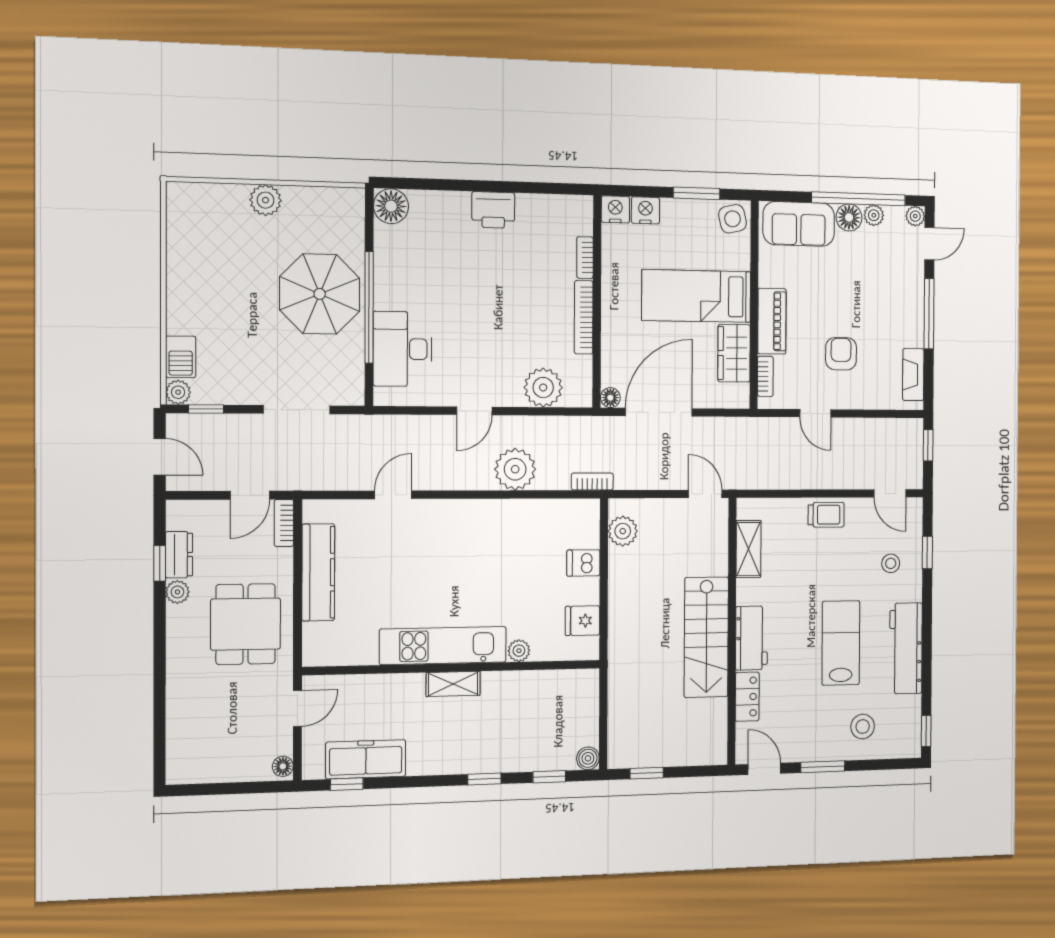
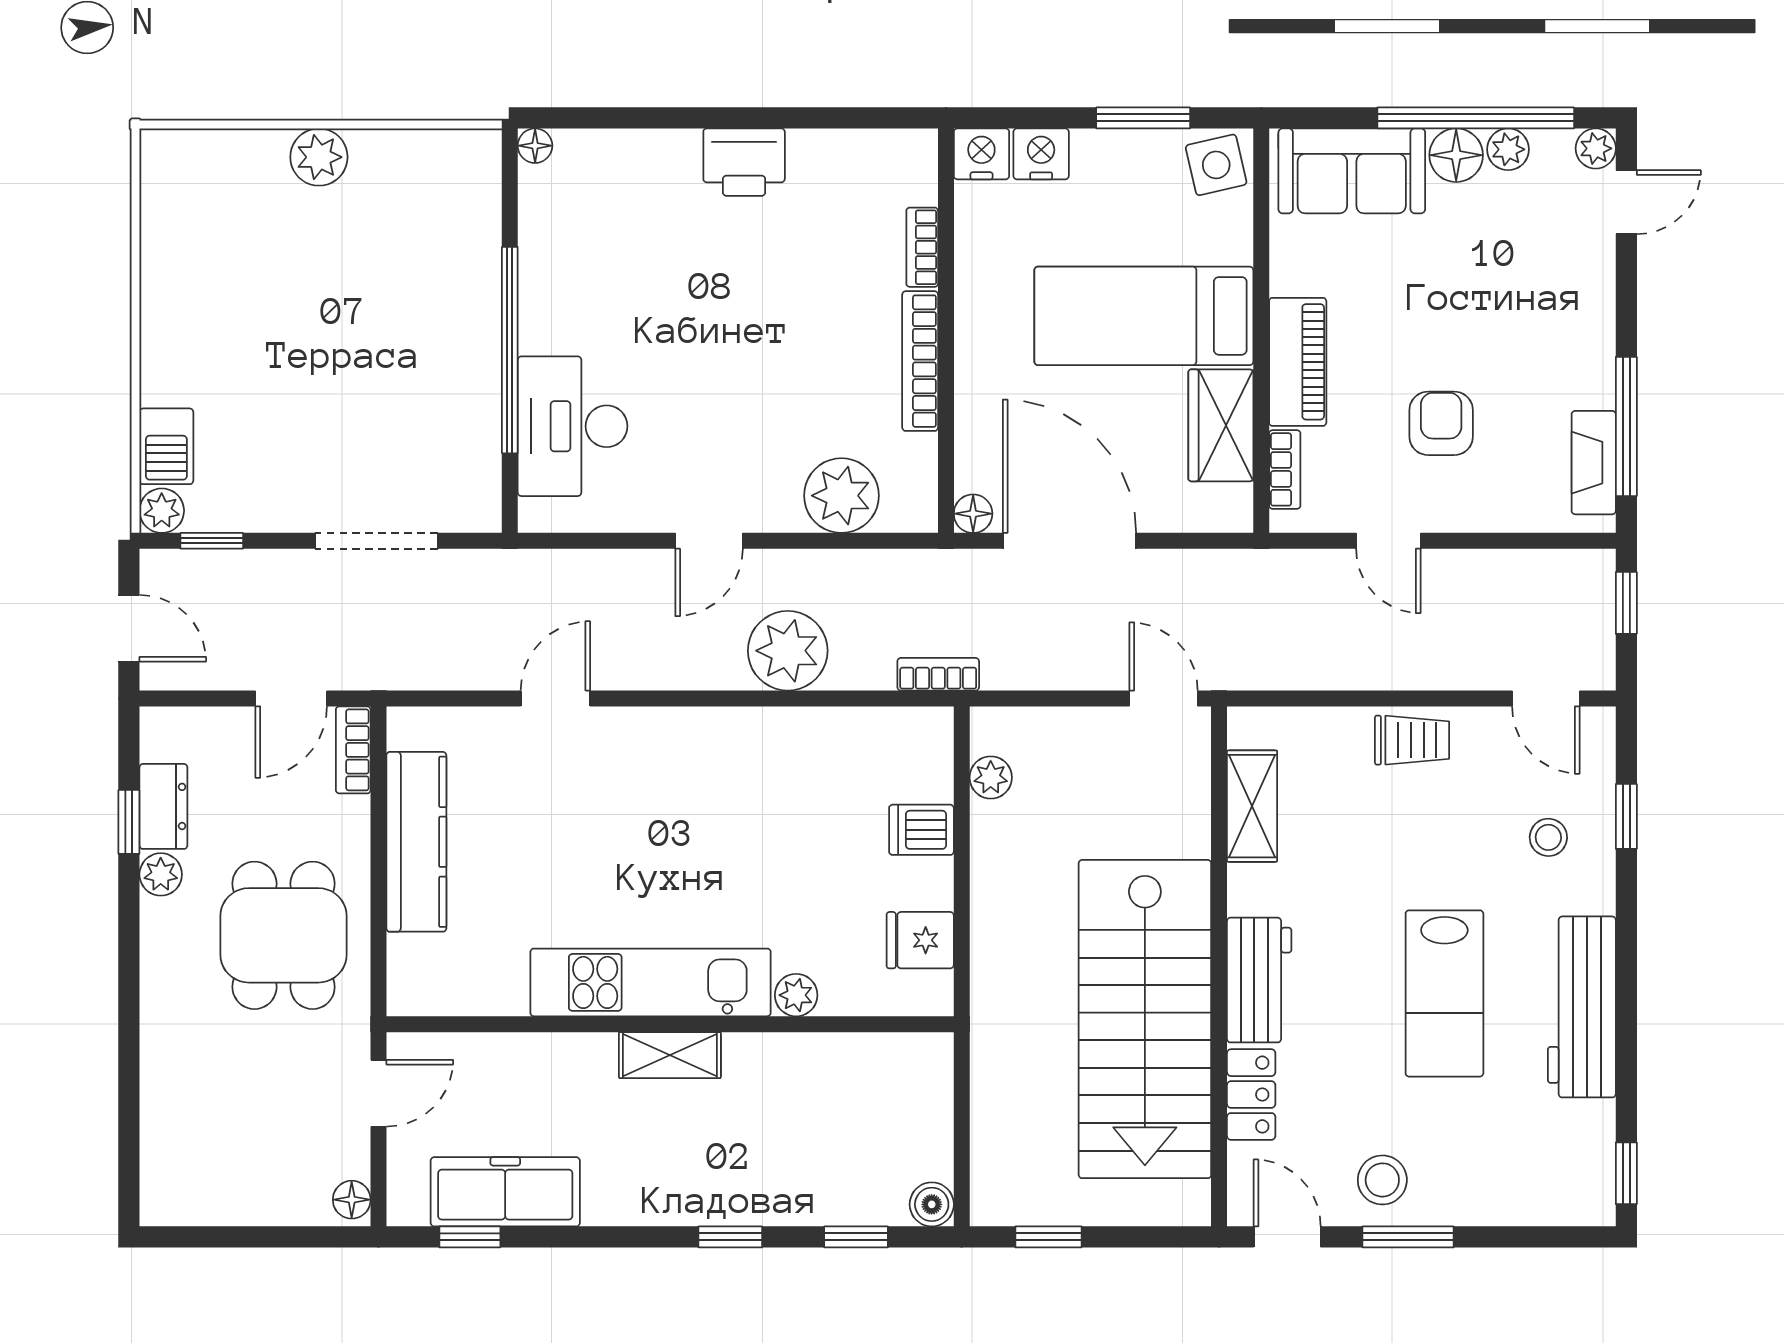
floor lamp: (391, 206) -> (535, 146), width x0.53, depth x0.53
parasol: (320, 294) -> (418, 327), removed
window: (929, 314) -> (1626, 426), moved
door: (659, 412) -> (1070, 541), hinge flipped
plant: (623, 531) -> (991, 777), width x0.73, depth x0.73
stairs: (706, 637) -> (1145, 1019), width x1.36, depth x1.51
lab bench: (841, 643) -> (1444, 993), turned 180
stool: (863, 727) -> (1382, 1180), moved

